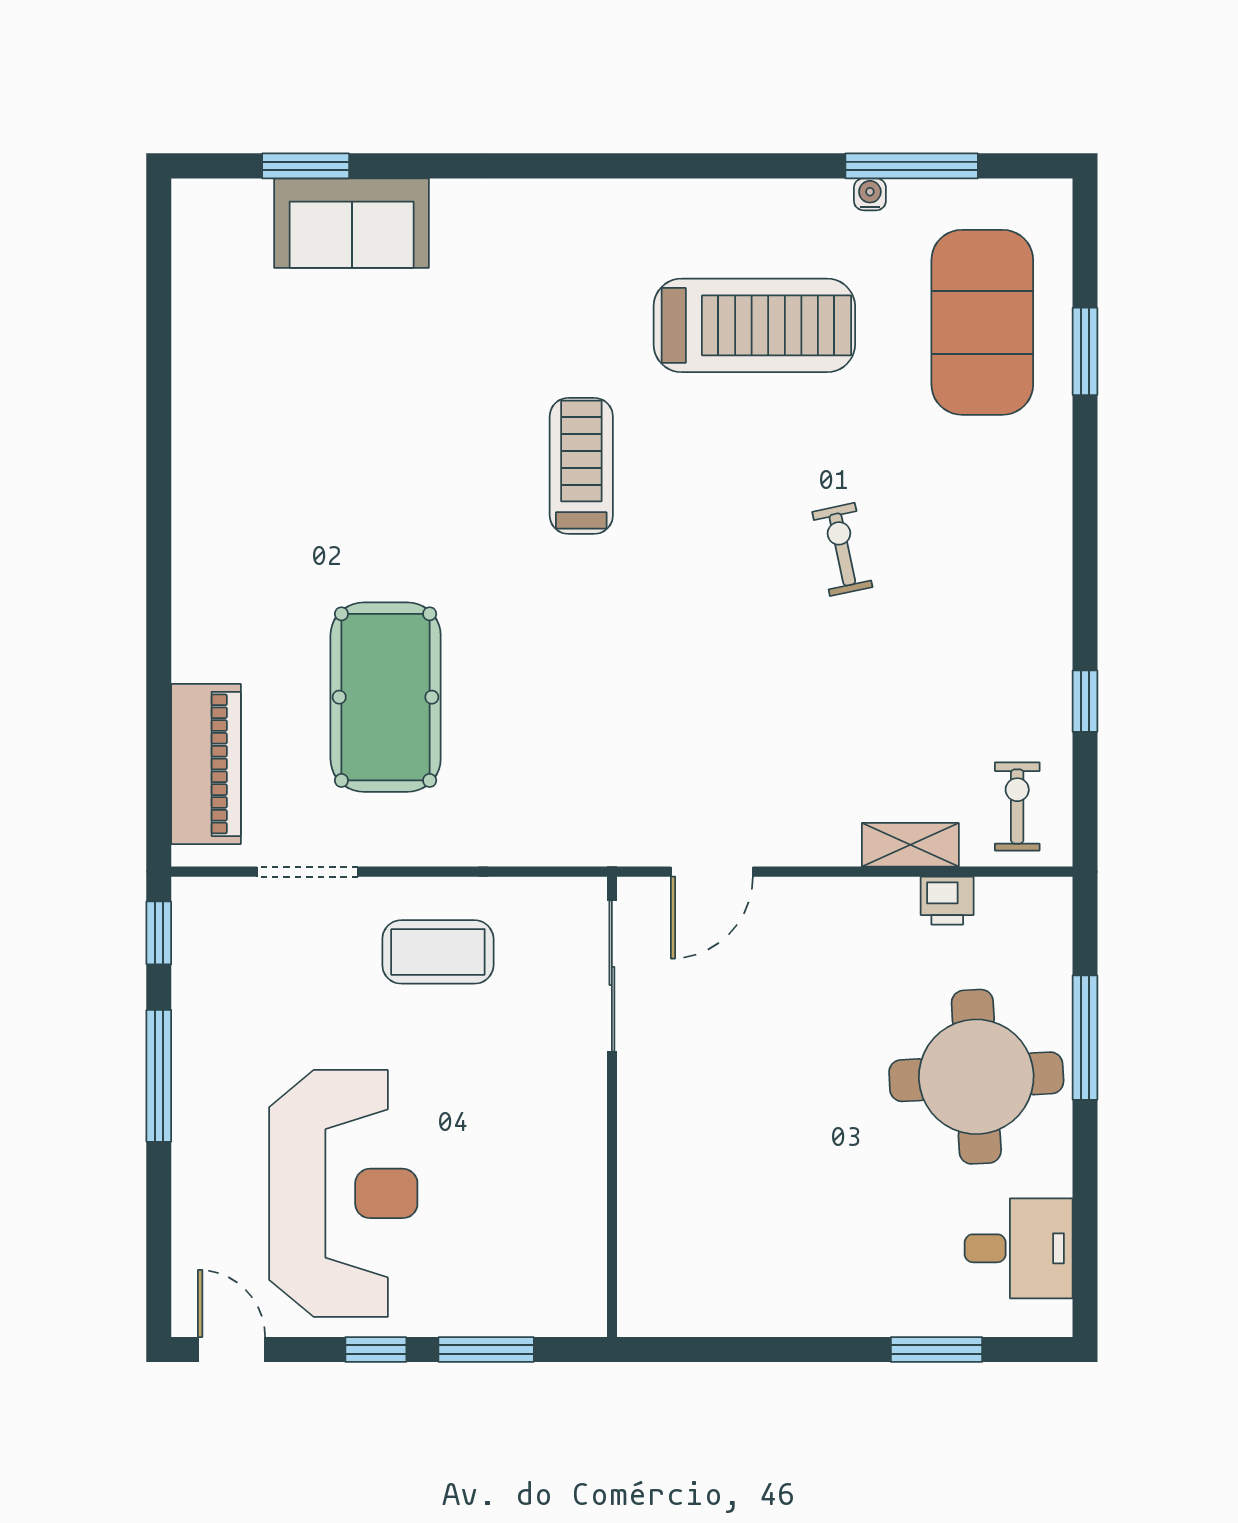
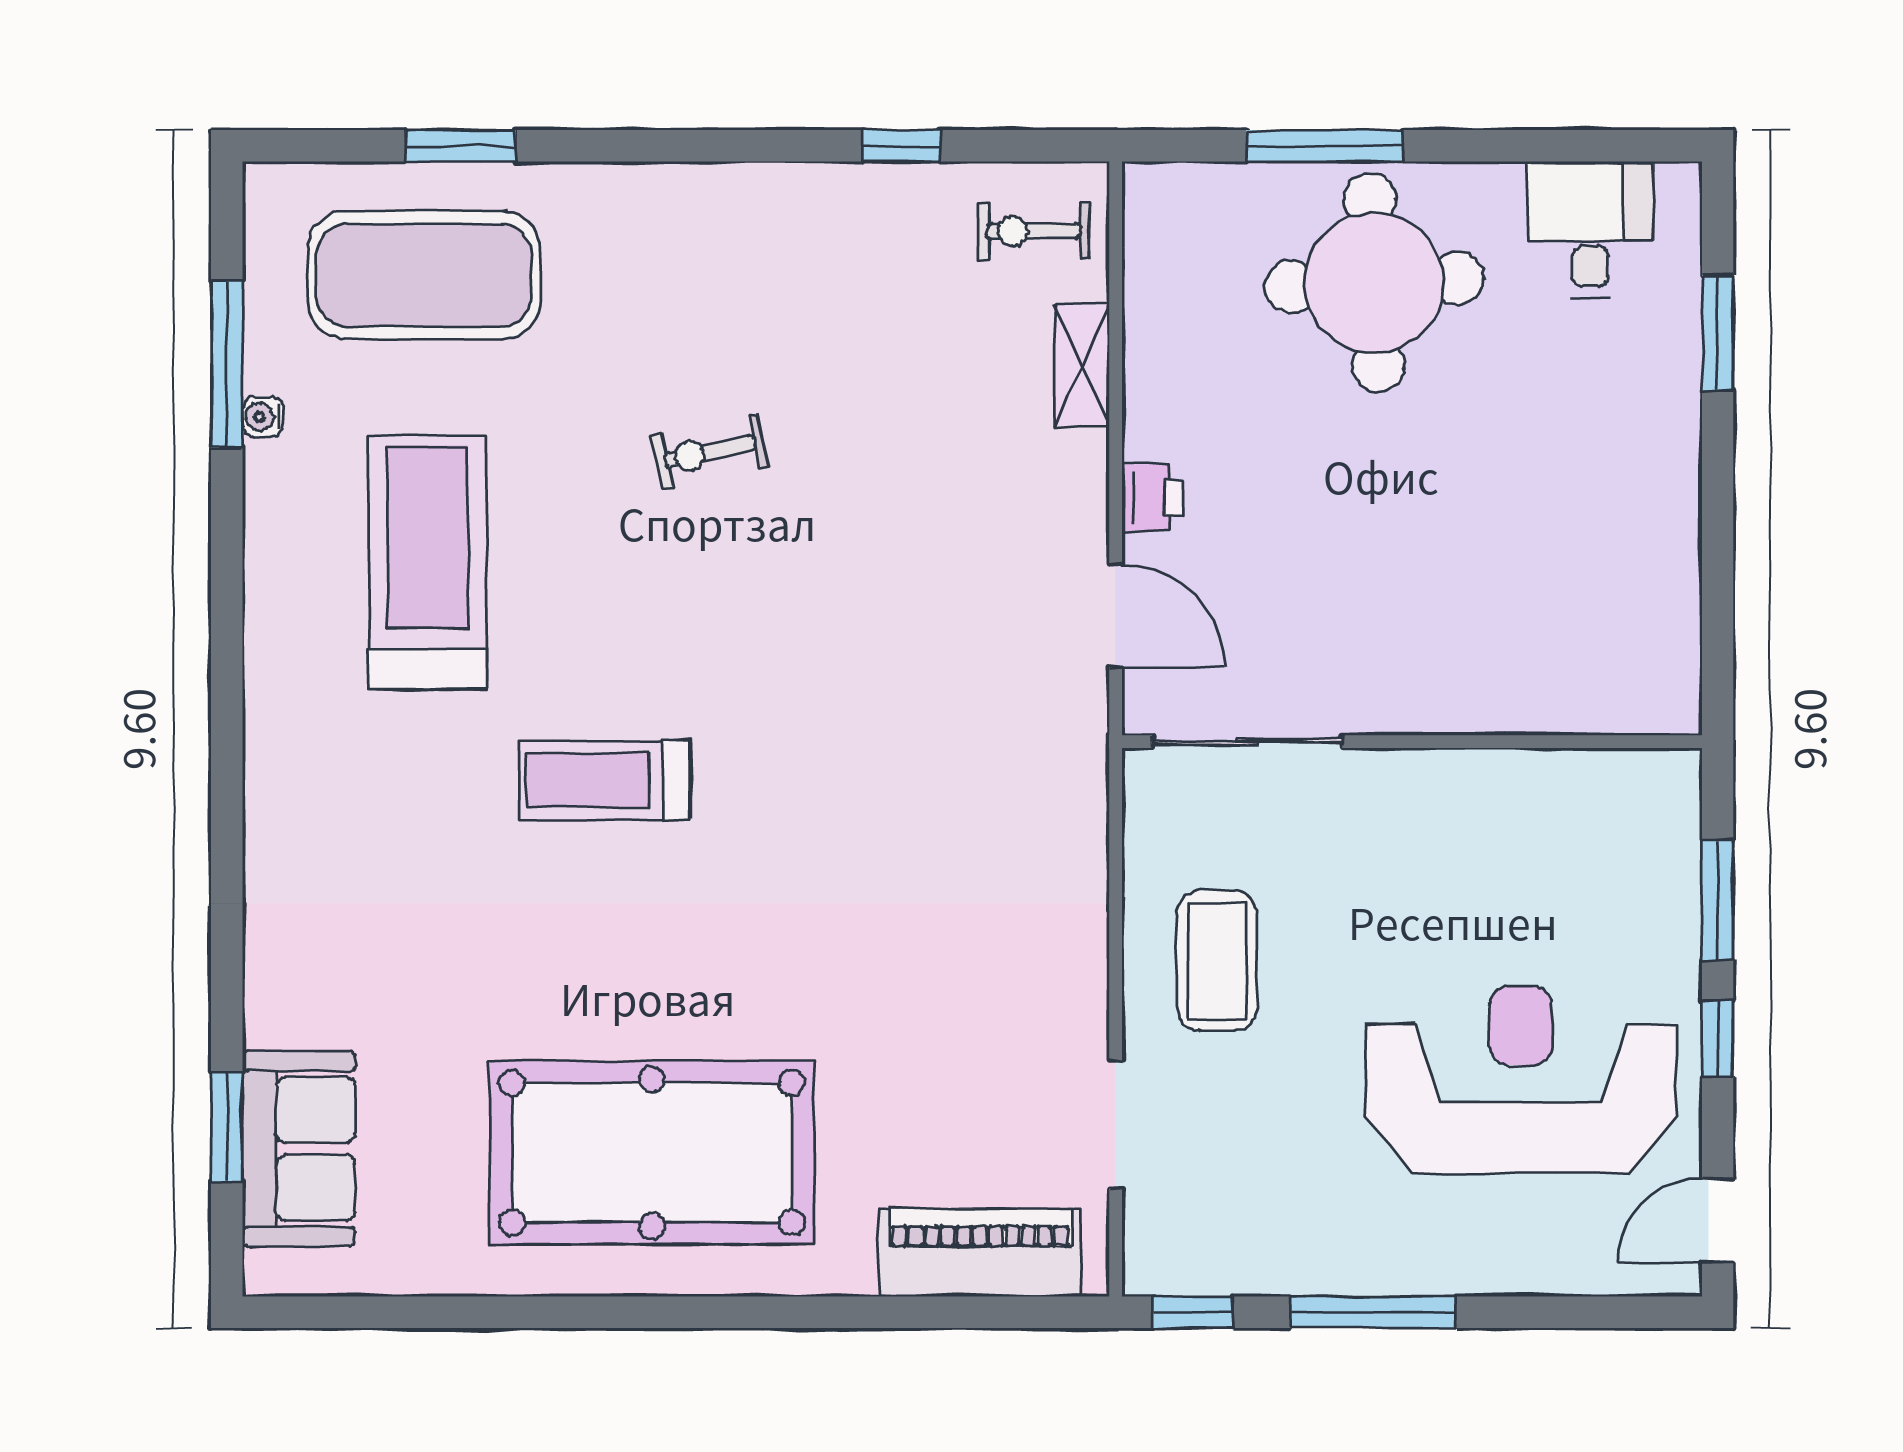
sofa: (352, 223) -> (299, 1149), moved
pool table: (386, 697) -> (652, 1153), moved, width x1.36, depth x1.32
printer: (947, 901) -> (1152, 498), moved

